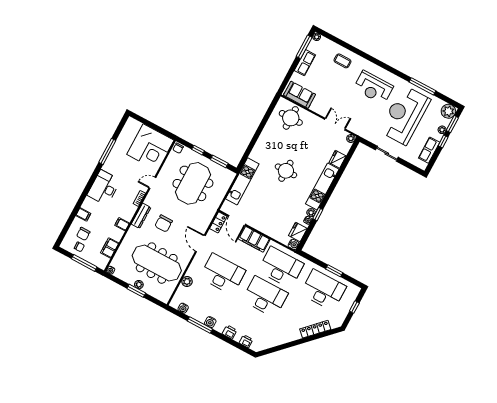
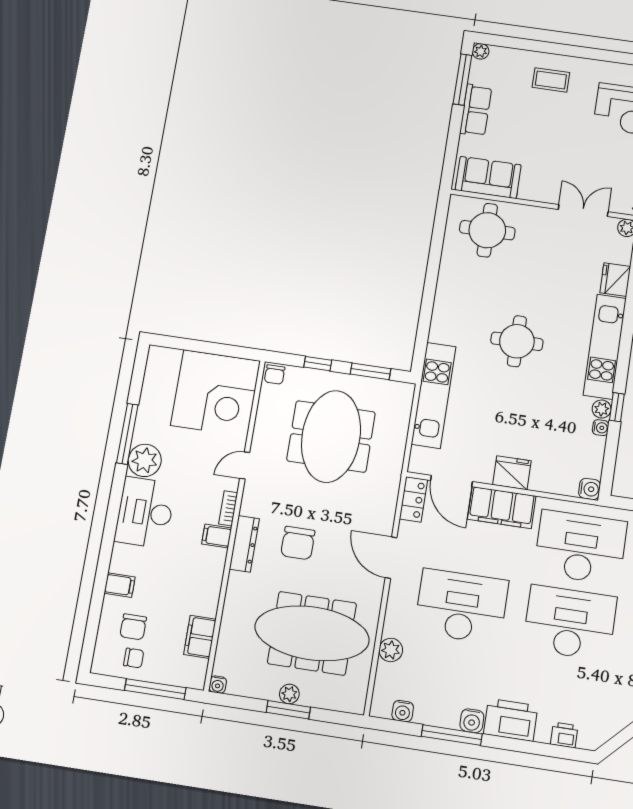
plant: (111, 165) -> (145, 460), added
filing cabinet: (122, 224) -> (217, 536), moved
fridge: (298, 232) -> (512, 473), moved, turned 90
printer: (230, 332) -> (511, 720), width x1.87, depth x1.48

